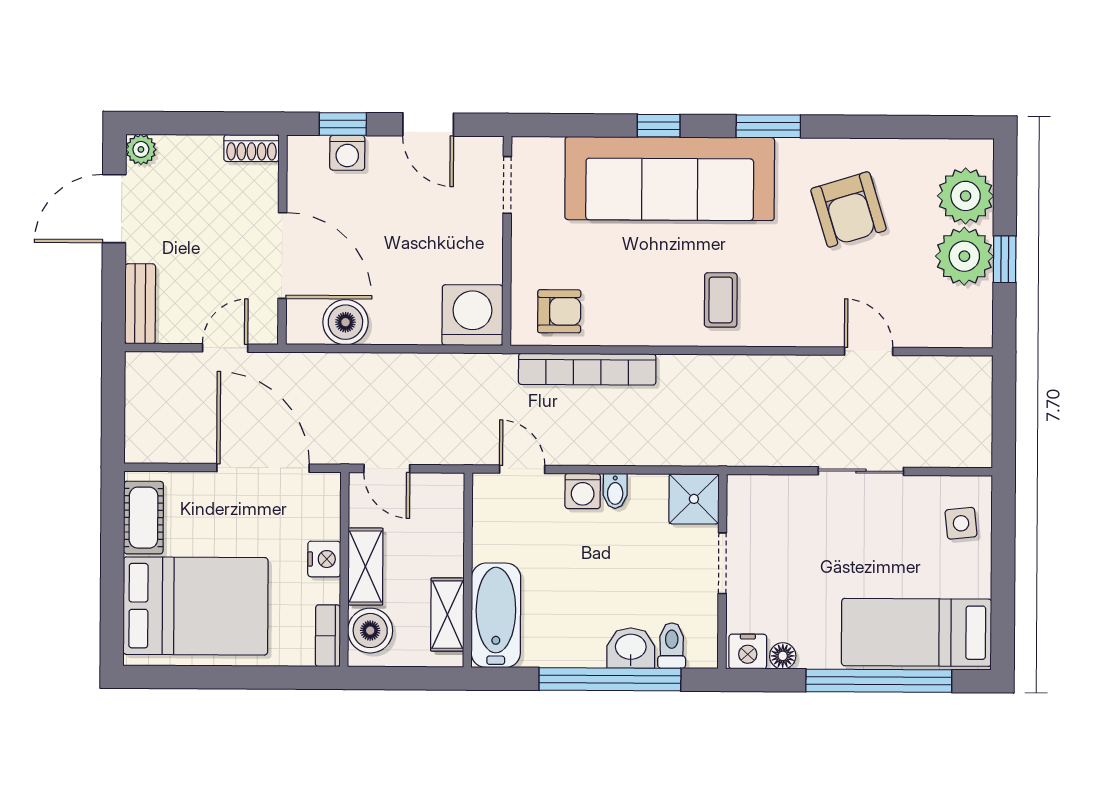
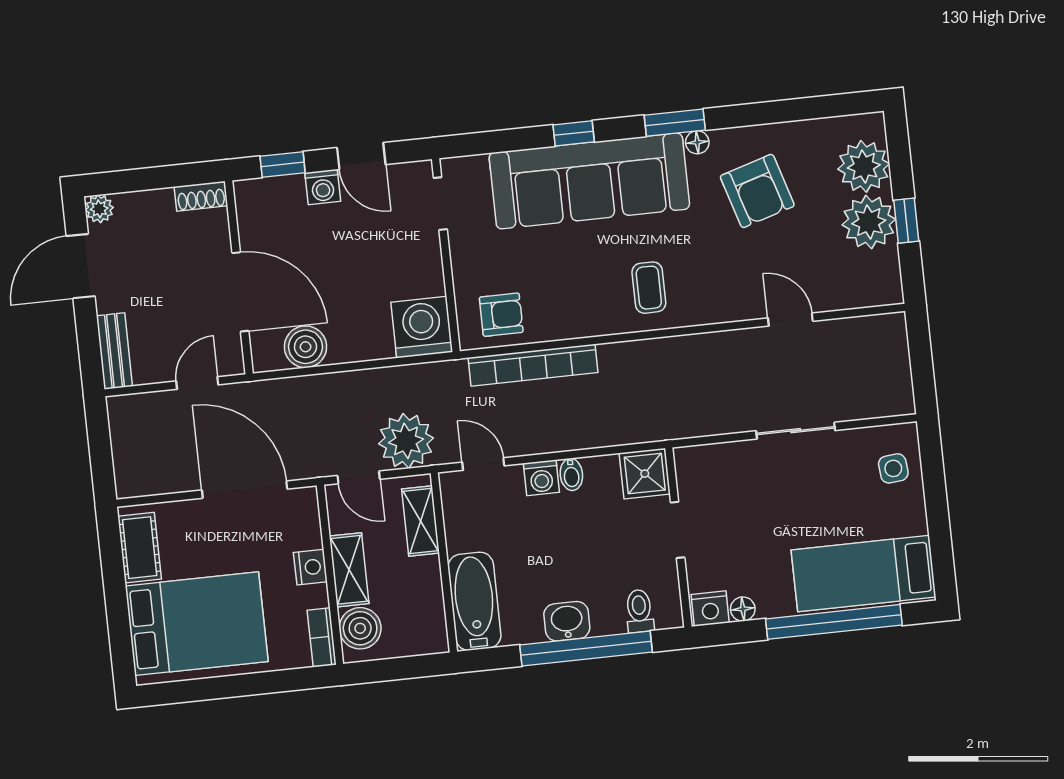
floor lamp: (790, 150) -> (697, 142), added
washing machine: (347, 153) -> (323, 187), moved
plant: (442, 435) -> (406, 441), added
shelving: (447, 615) -> (421, 521), moved
washbasin: (631, 648) -> (567, 621), moved

